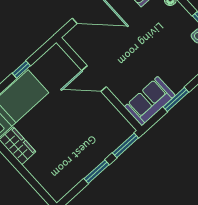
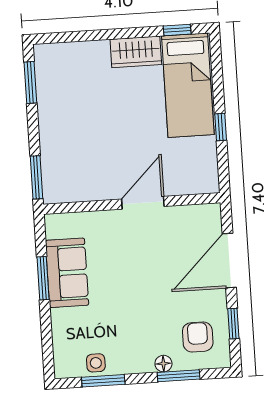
sofa: (150, 101) -> (67, 273), moved
window: (97, 172) -> (30, 83), moved

